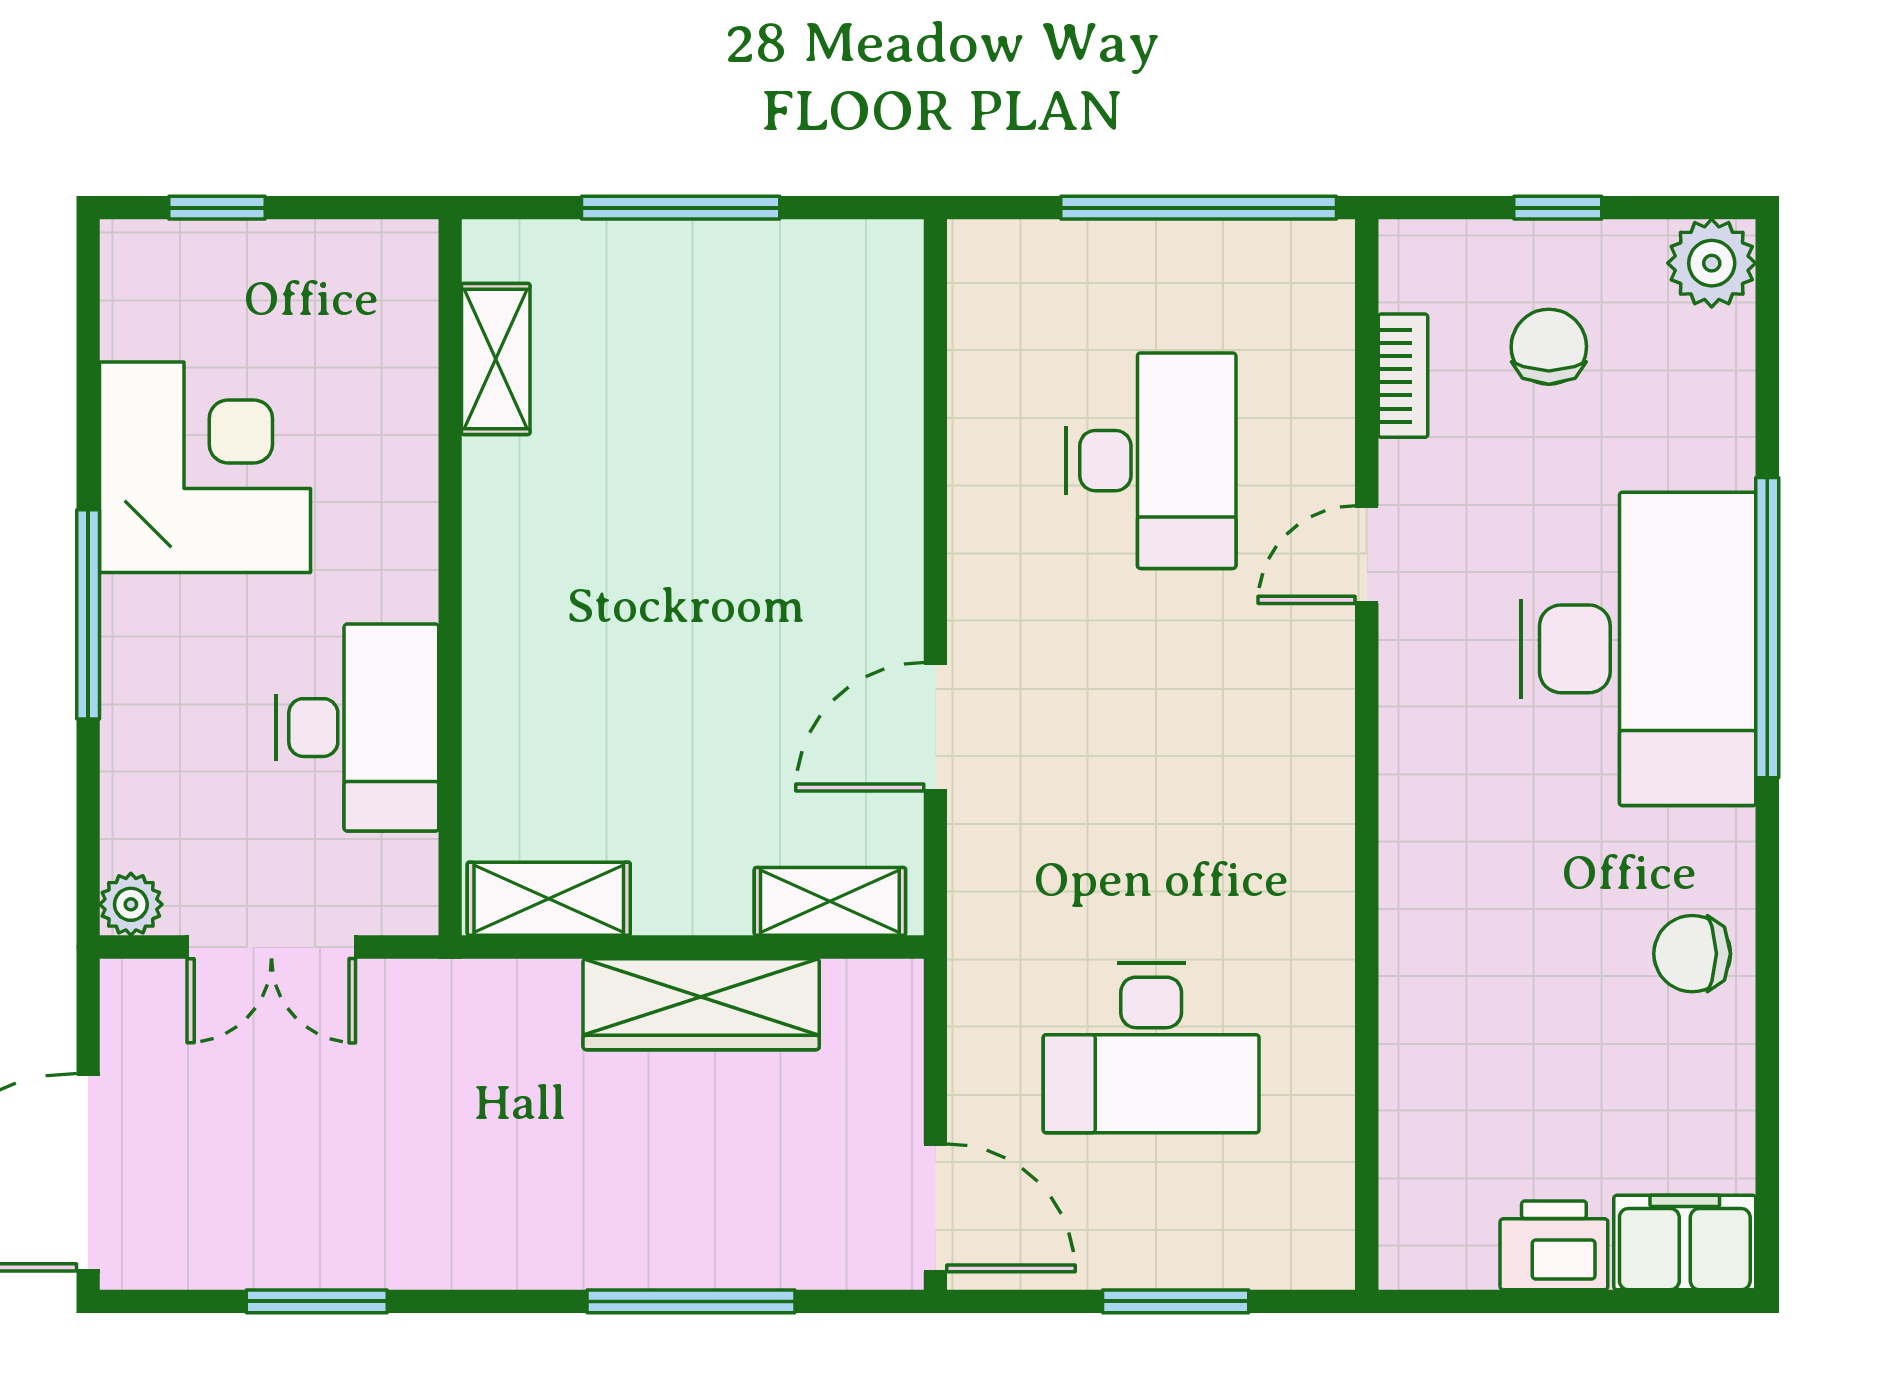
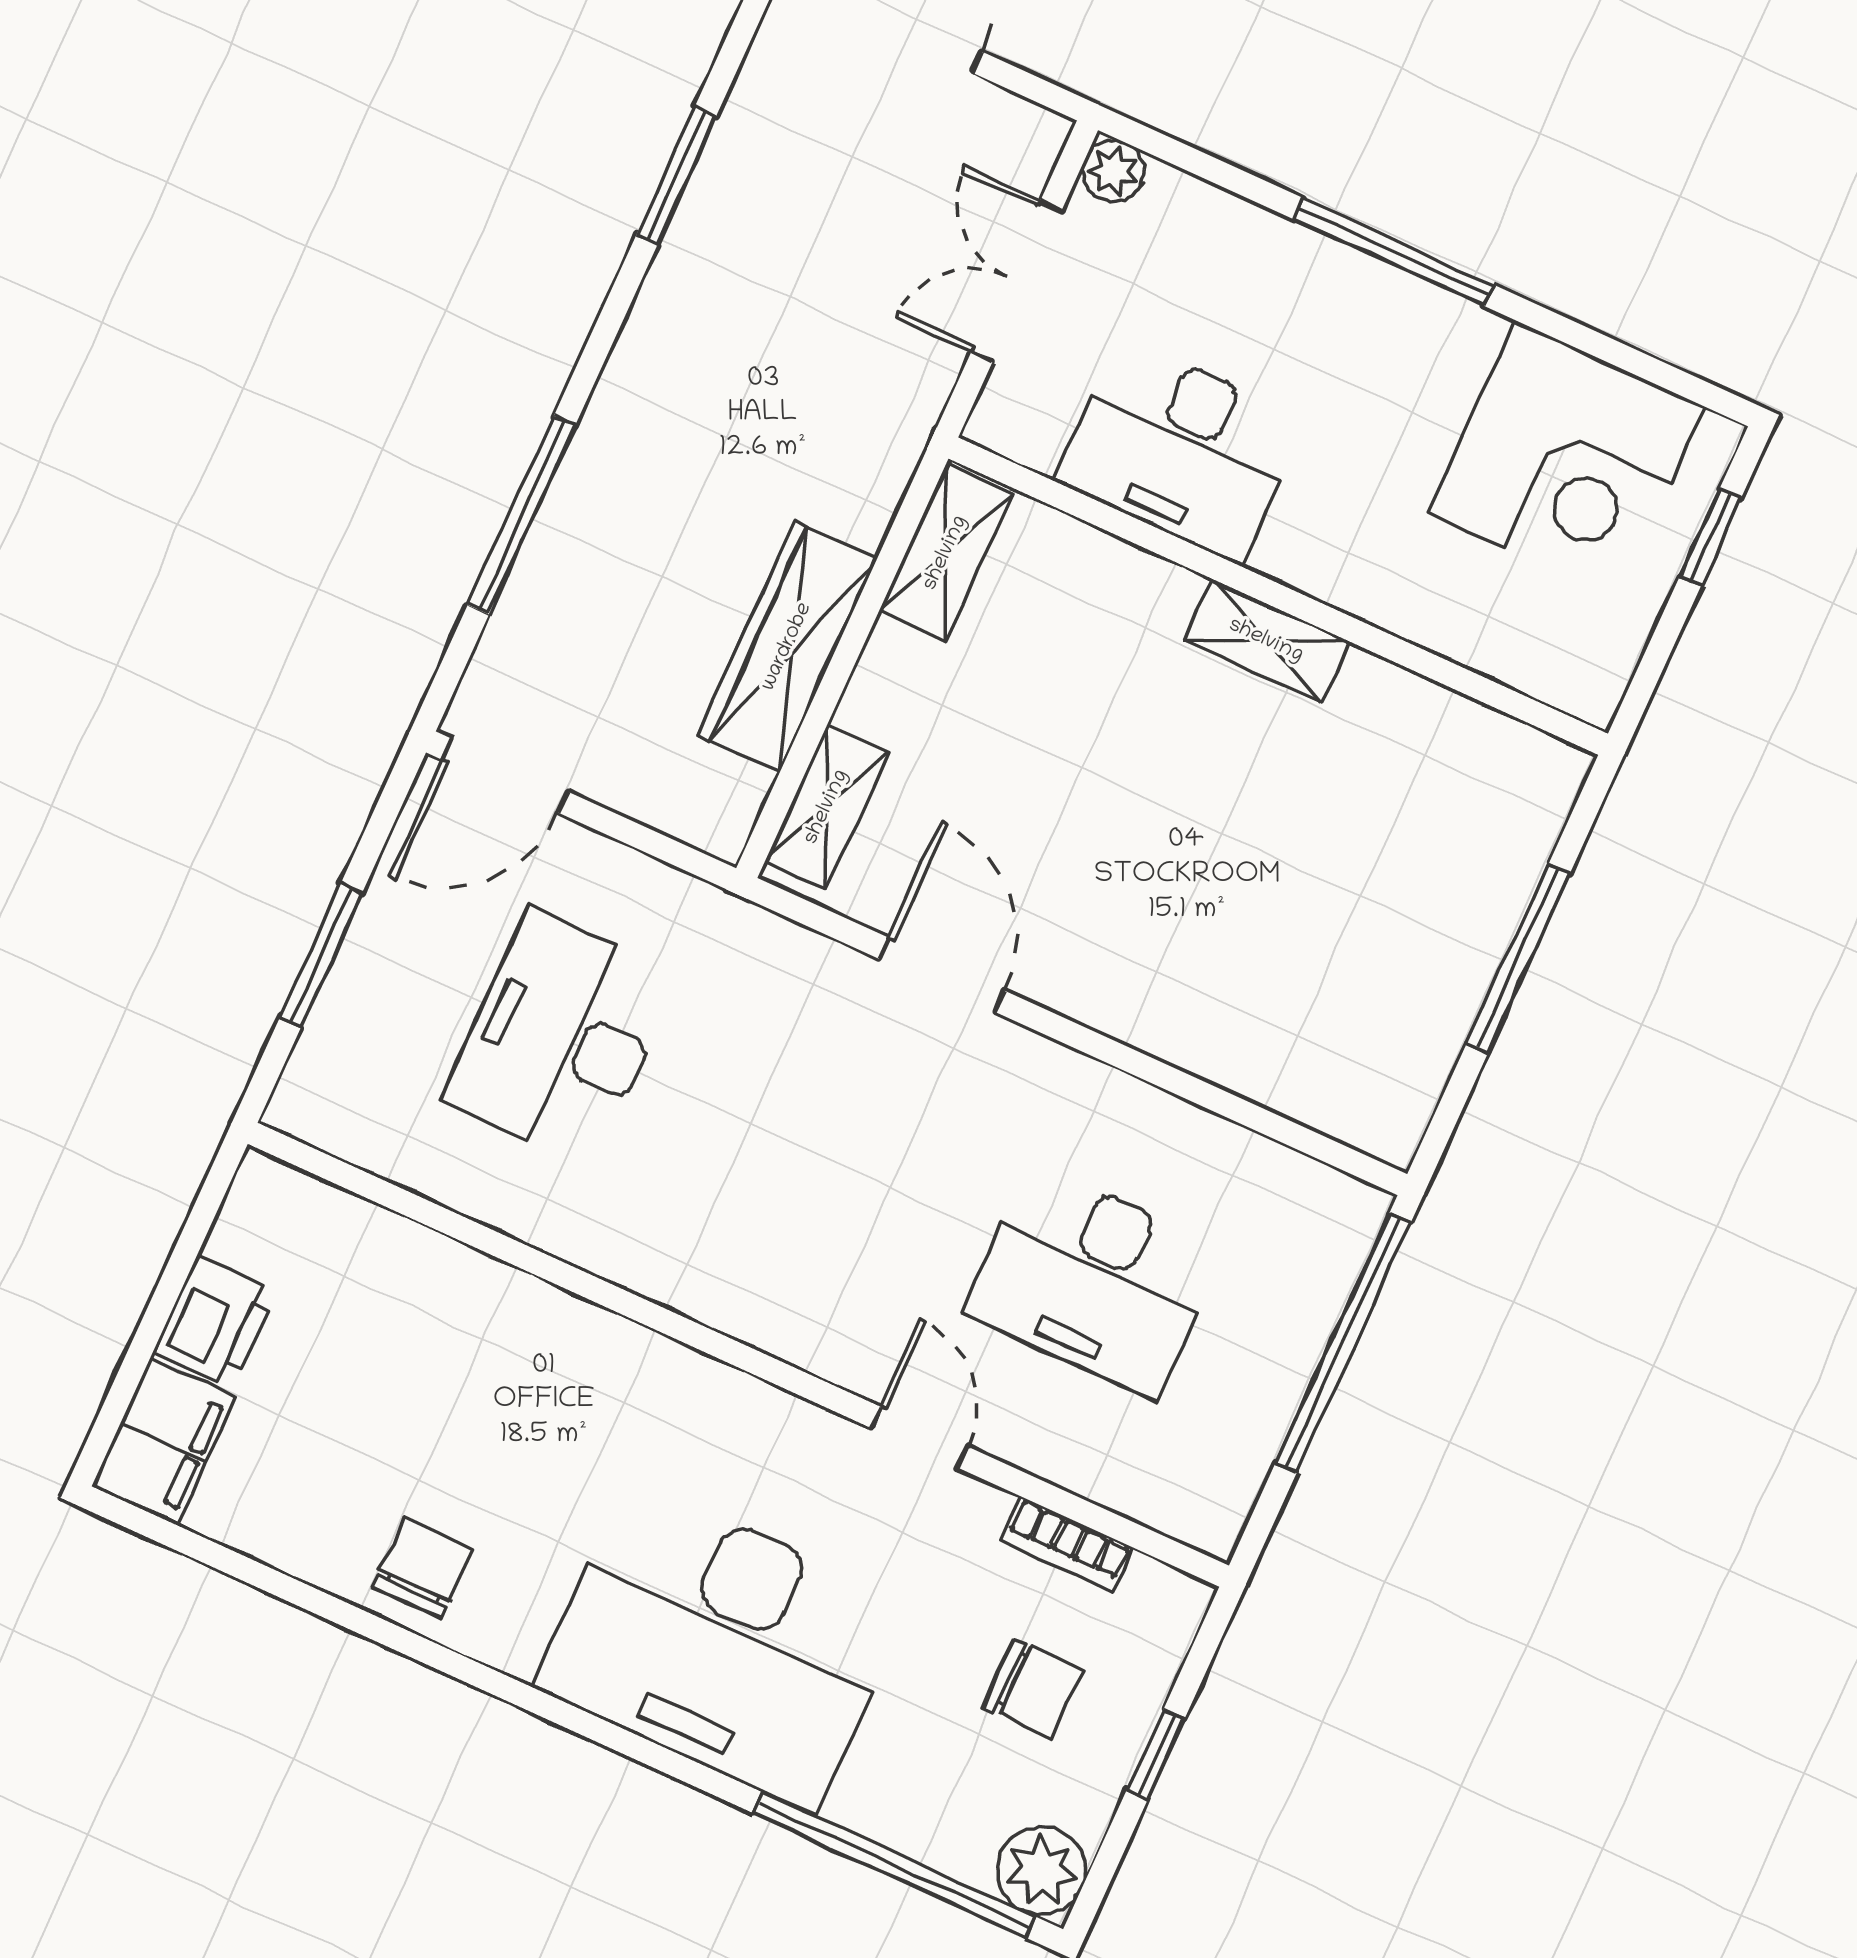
window: (1199, 208) -> (1343, 1343), moved
shelving: (496, 359) -> (1266, 641), moved
corner desk: (205, 467) -> (1567, 459), moved
window: (1767, 628) -> (895, 1865), moved

